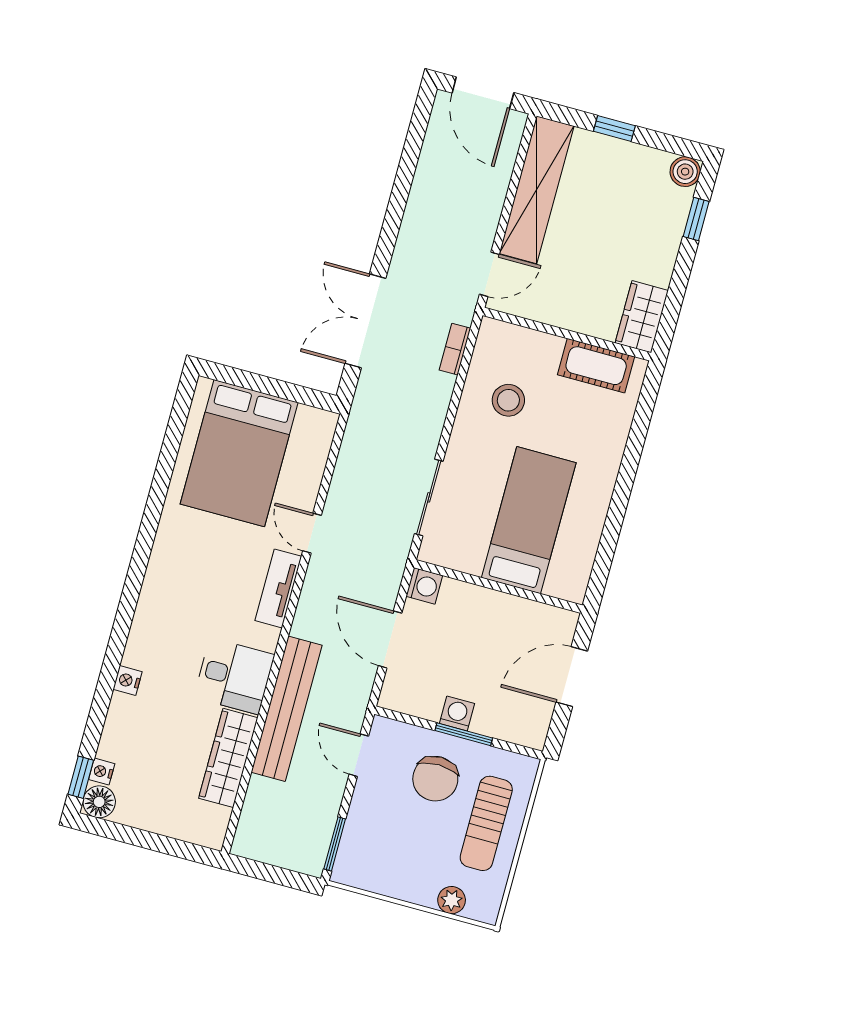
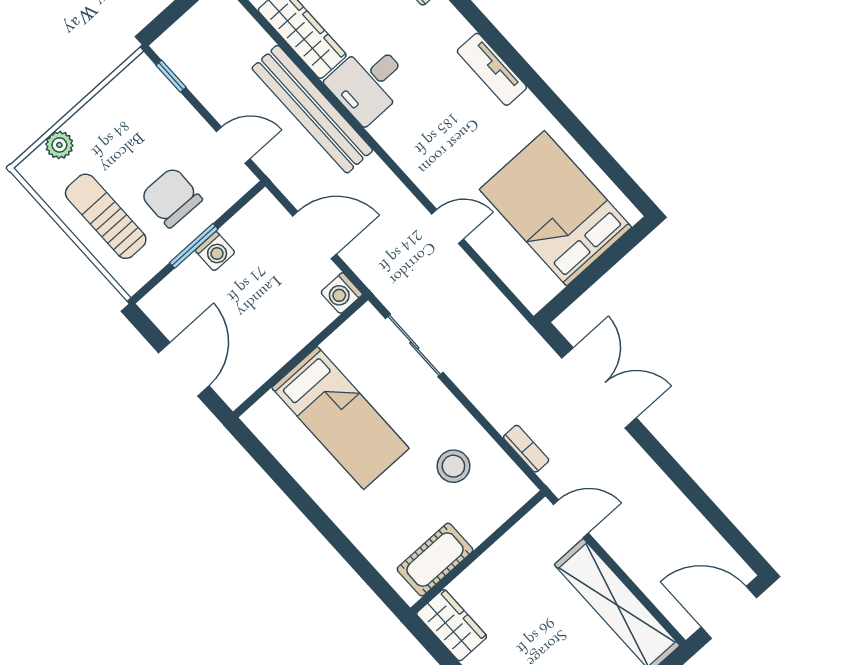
door: (489, 274) -> (571, 519), swing flipped
tv unit: (278, 588) -> (492, 69), moved, turned 180
window: (335, 844) -> (171, 76), width x0.67

